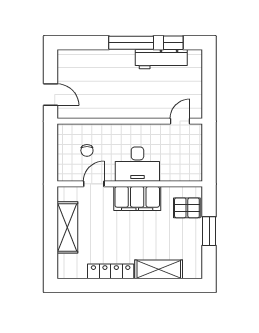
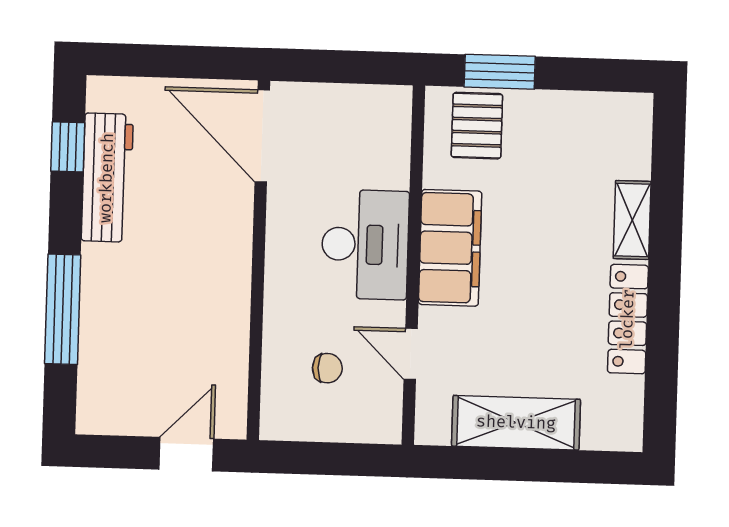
window: (131, 43) -> (63, 309), moved
door: (180, 121) -> (262, 136), width x1.87
window: (209, 231) -> (500, 72), moved
shelving: (159, 269) -> (632, 220), width x0.67, depth x0.75

